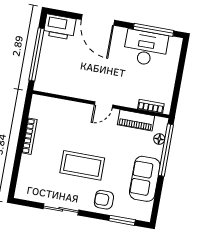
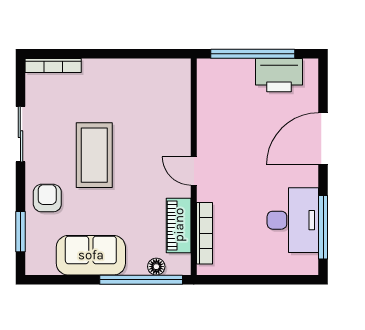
printer: (60, 27) -> (279, 75), moved, turned -90
bookcase: (151, 106) -> (204, 233), width x1.56
bookcase: (29, 136) -> (53, 65), moved

